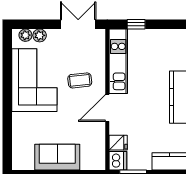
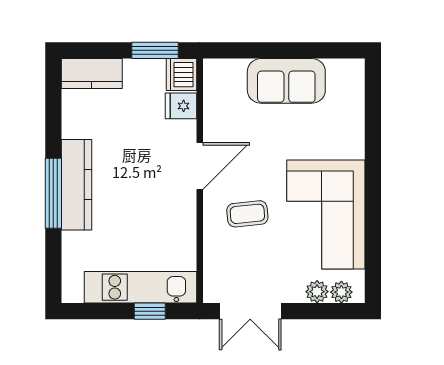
kitchen unit: (118, 61) -> (141, 287), moved, turned 90

